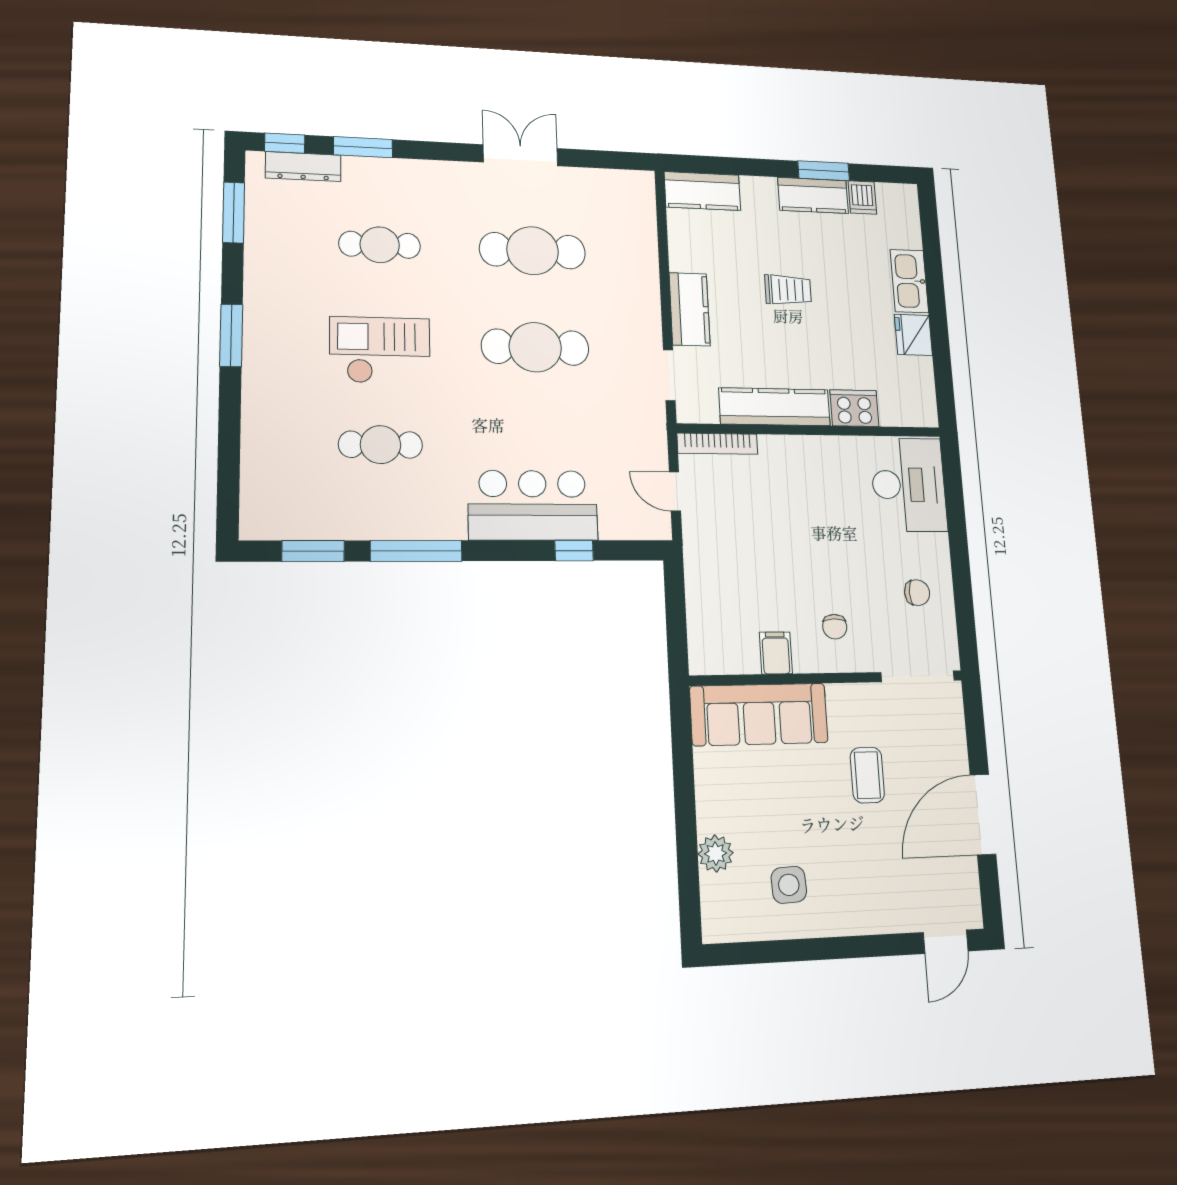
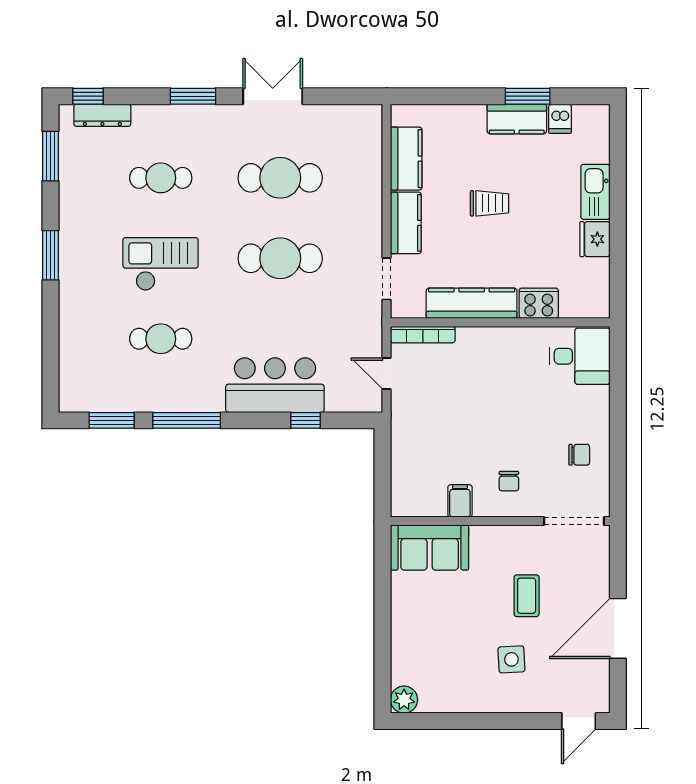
window: (363, 147) -> (193, 96), moved
kitchen counter: (702, 191) -> (406, 159), moved, turned -90
desk: (909, 485) -> (580, 356), width x0.73
sofa: (759, 714) -> (430, 548), width x0.73
plant: (716, 853) -> (404, 700), moved
side table: (789, 885) -> (511, 659), moved

